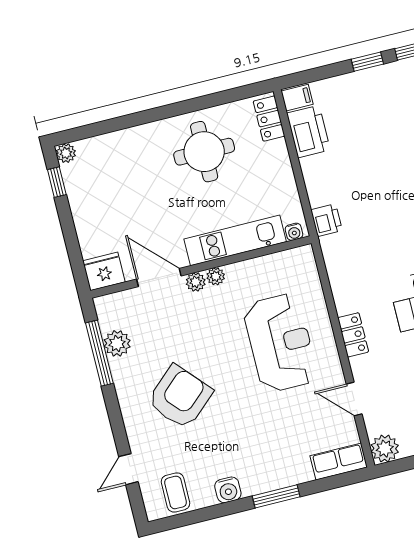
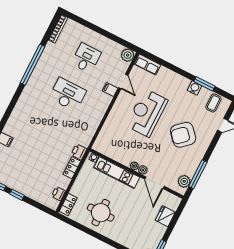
filing cabinet: (297, 98) -> (110, 90), moved
printer: (308, 132) -> (58, 194), width x0.53, depth x0.68
fridge: (104, 271) -> (165, 216), moved, turned 90
locker: (353, 335) -> (72, 168), moved
plant: (117, 343) -> (184, 181), moved
reception desk: (280, 343) -> (147, 113), moved
window: (276, 496) -> (204, 84), moved

